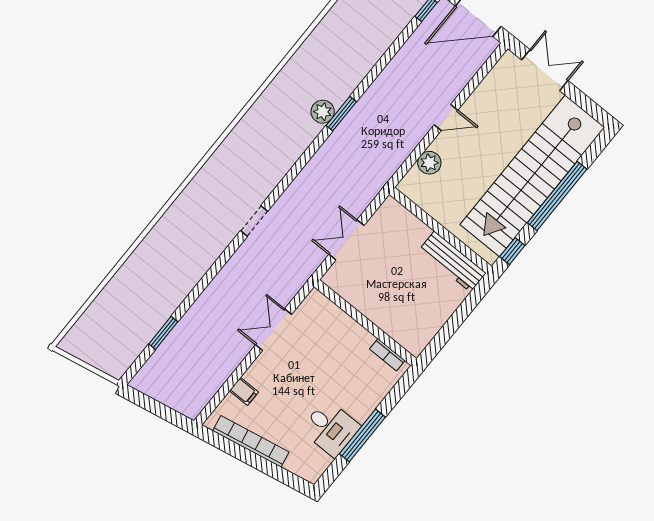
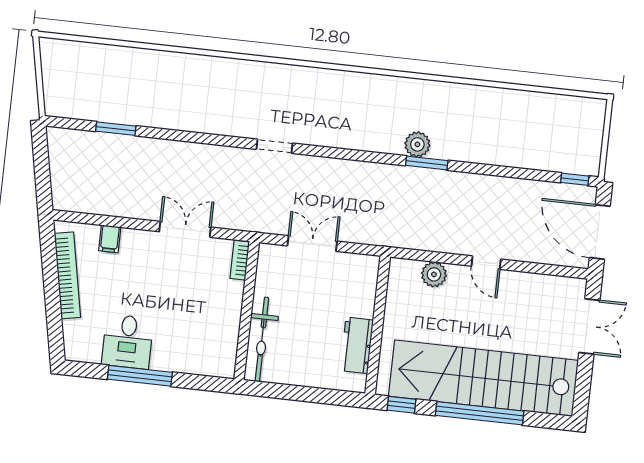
workbench: (453, 262) -> (357, 345), width x0.73
bicycle: (395, 325) -> (262, 339), added
bookcase: (387, 355) -> (240, 260), moved

